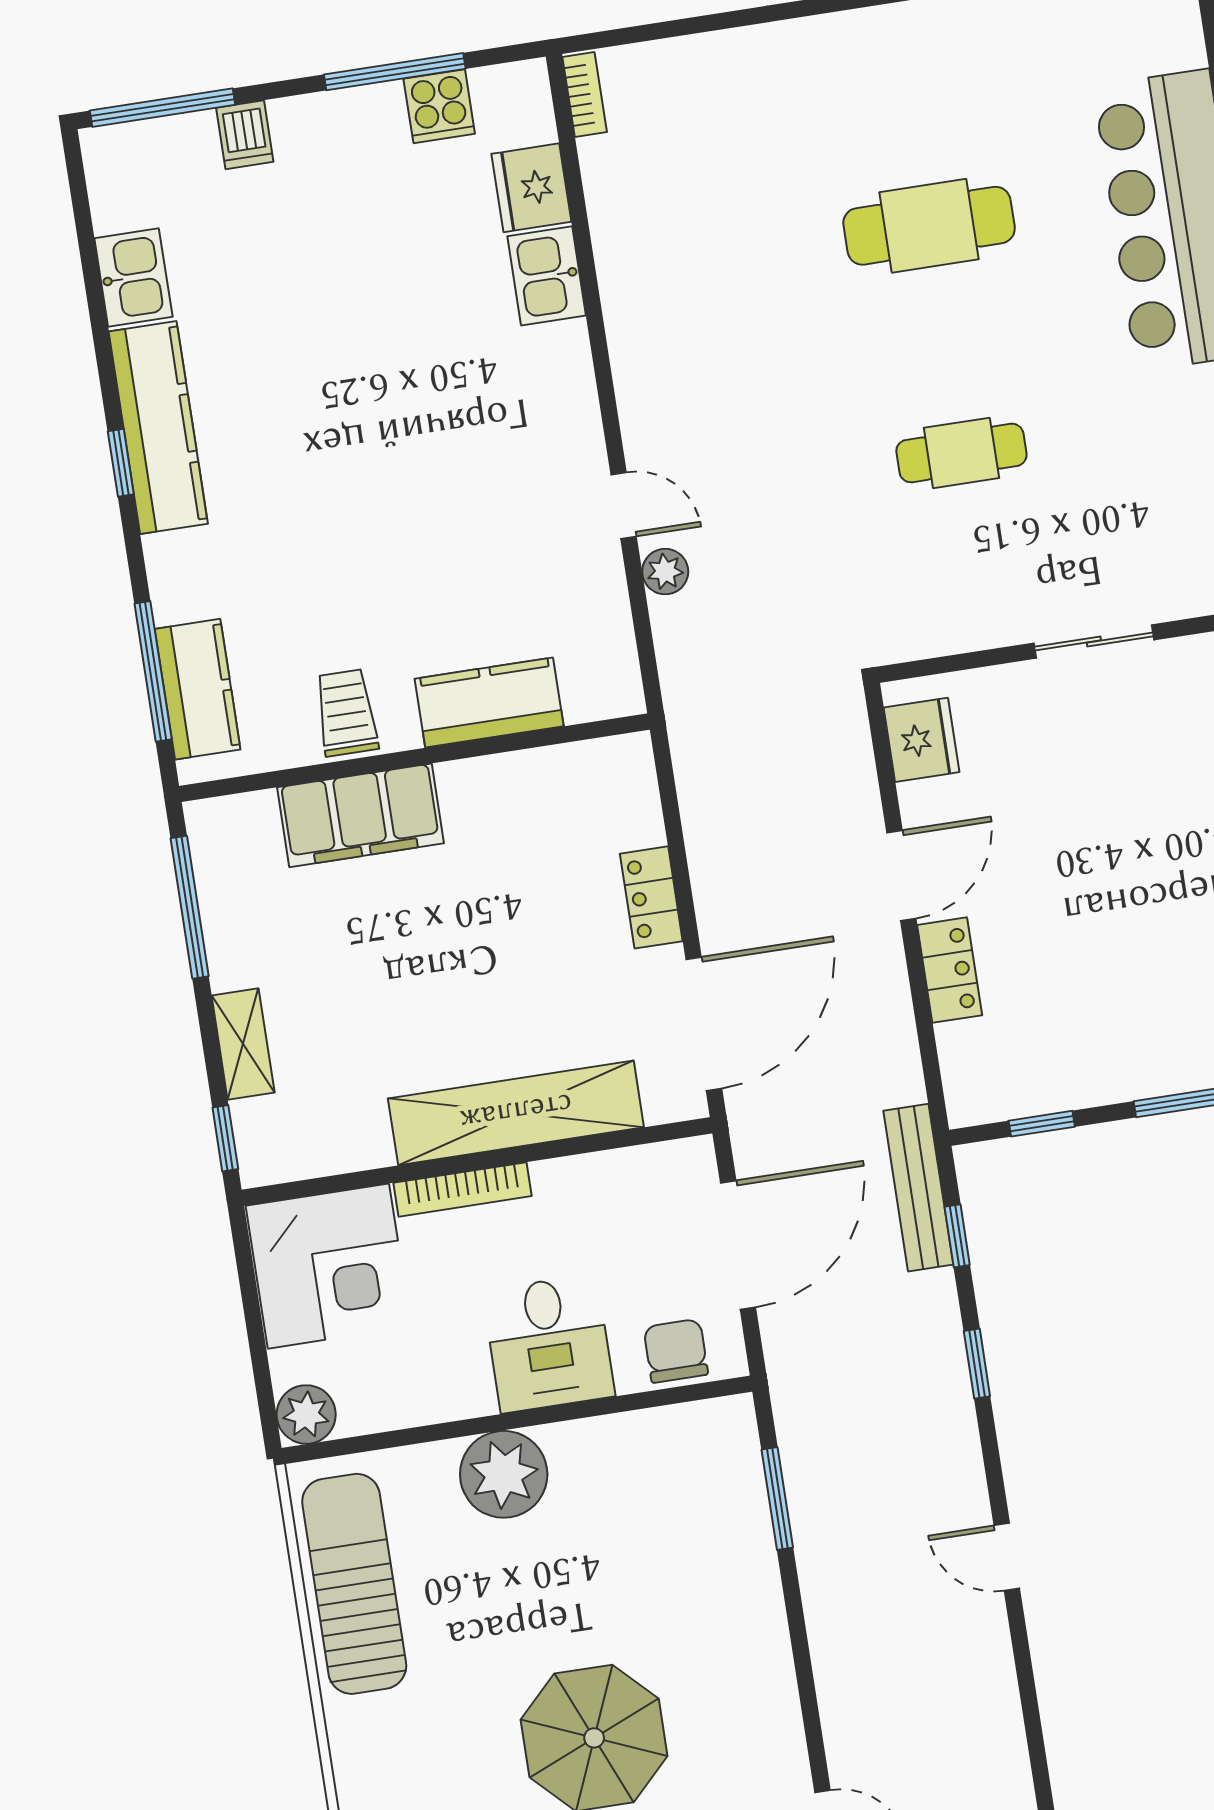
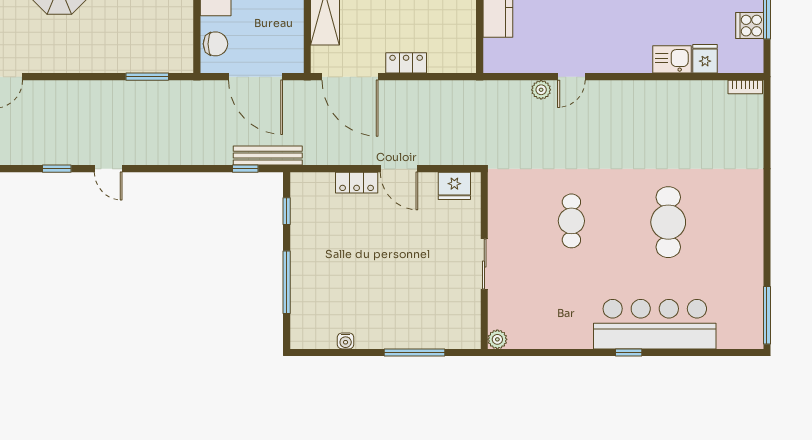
fridge: (531, 188) -> (705, 59), width x0.72
window: (977, 1364) -> (57, 169), moved
door: (1007, 1557) -> (108, 169), swing flipped

